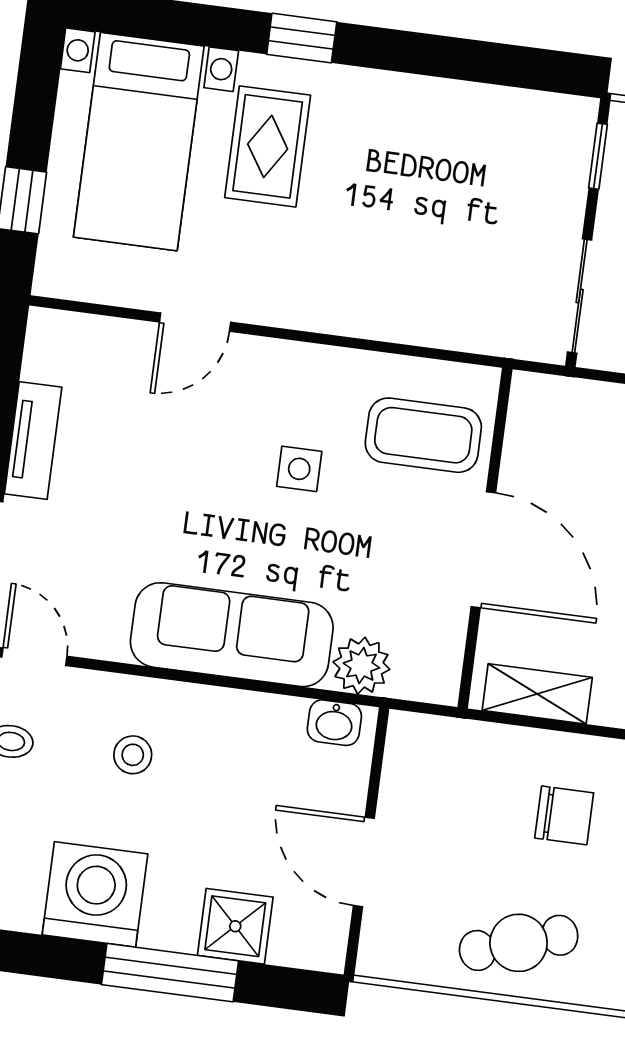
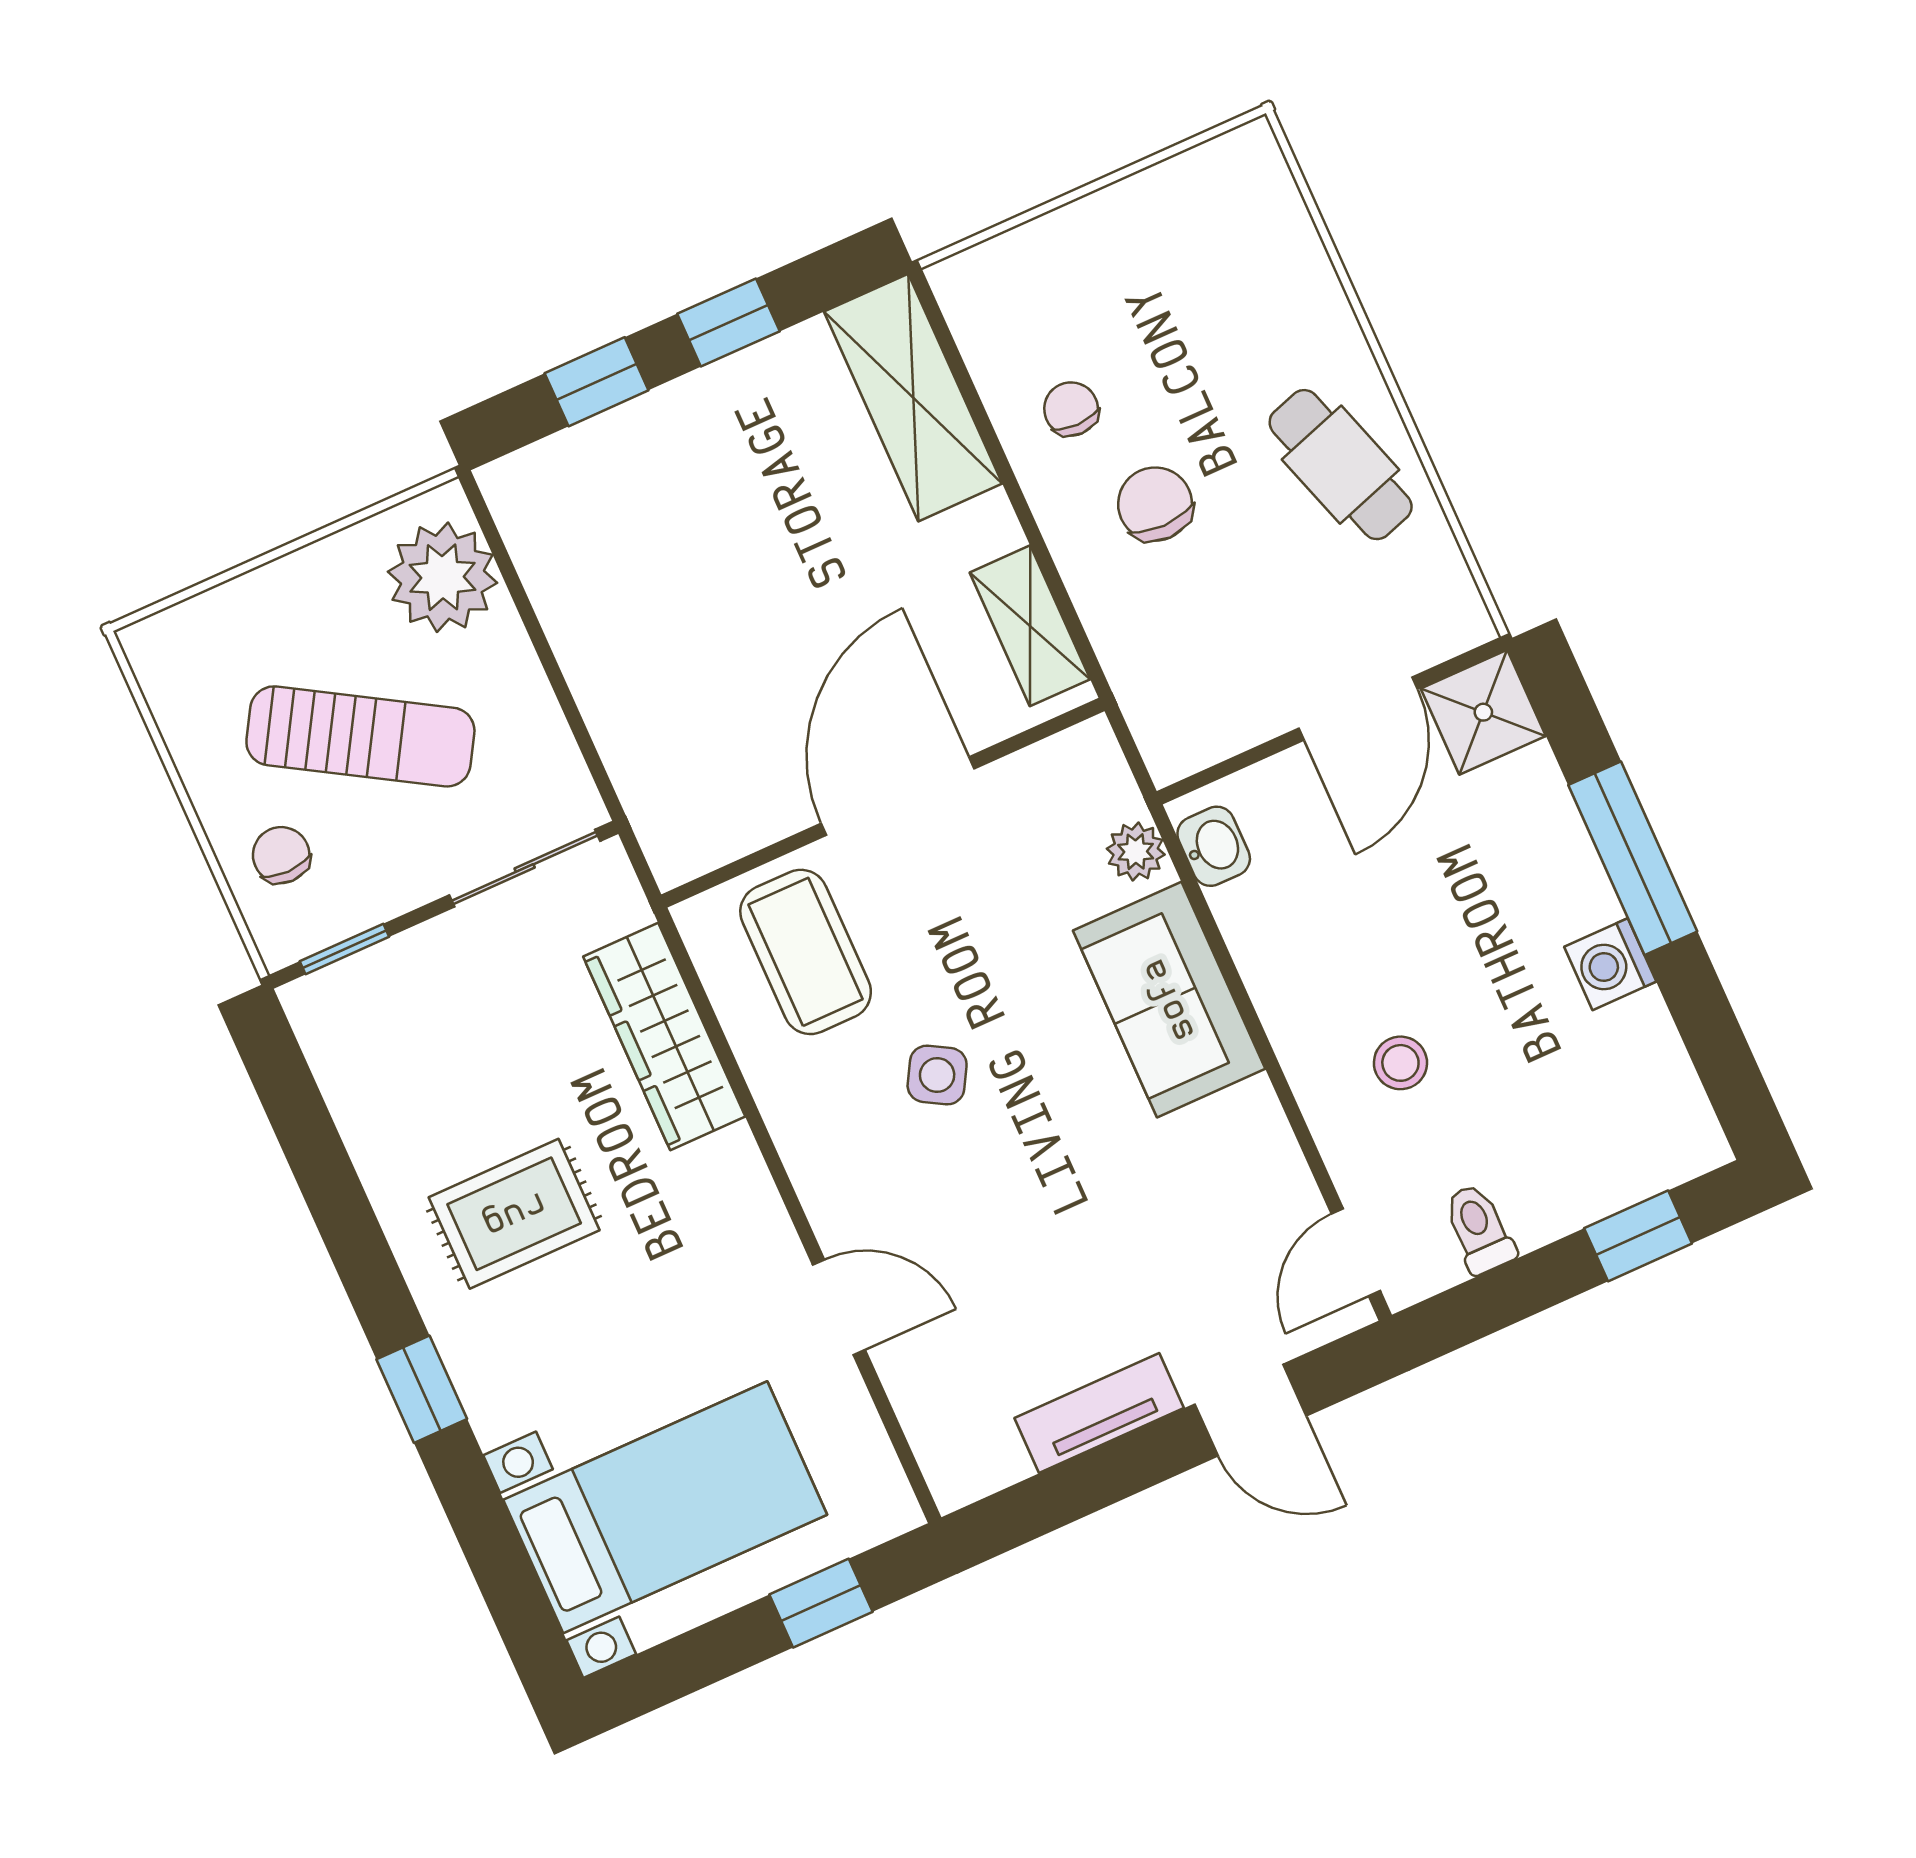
rug: (268, 146) -> (514, 1214), moved
wardrobe: (425, 318) -> (664, 1037), added
side table: (299, 469) -> (937, 1075), turned 30
sofa: (232, 635) -> (1169, 1000), width x0.73
plant: (361, 666) -> (1136, 852), width x0.73, depth x0.73
washing machine: (95, 894) -> (1610, 964), width x0.53, depth x0.53
shower: (235, 926) -> (1483, 712), moved

